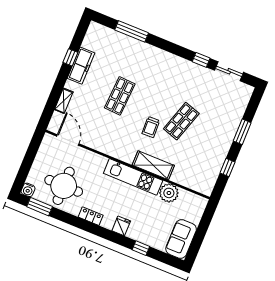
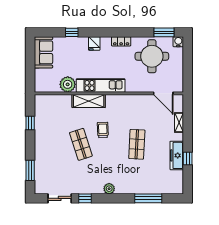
plant: (170, 60) -> (109, 189), added
shop shelf: (181, 121) -> (81, 144), turned -36
window: (242, 132) -> (30, 170), moved

